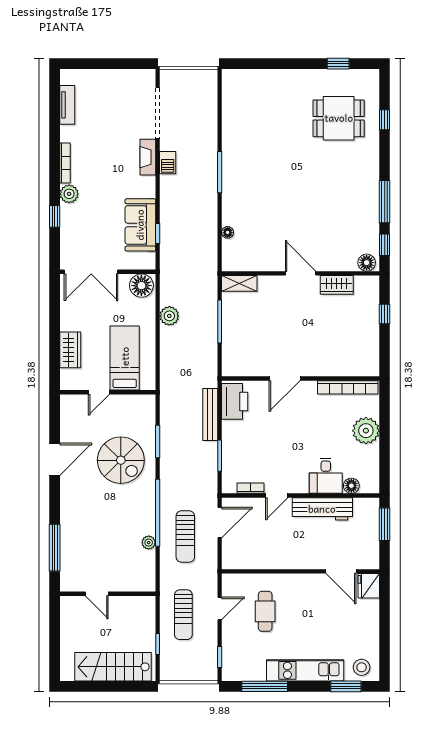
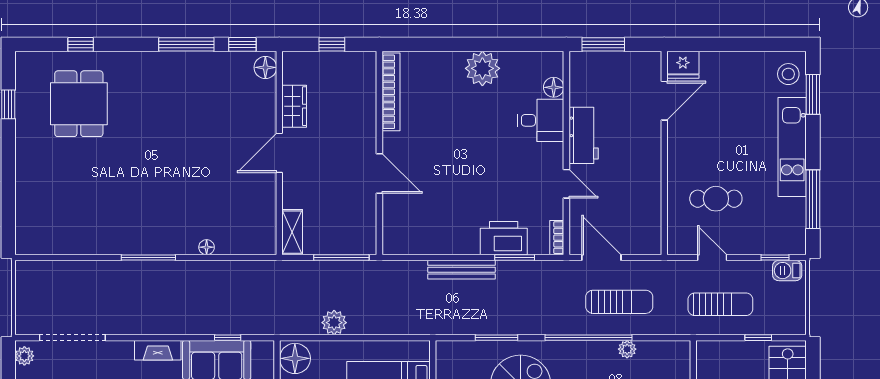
plant: (143, 76) -> (24, 356), added
fireplace: (148, 157) -> (158, 350), moved
barbecue: (168, 163) -> (787, 271), moved, turned 180
floor lamp: (228, 232) -> (207, 247), moved
door: (285, 378) -> (379, 173), moved
wall: (301, 378) -> (379, 153), moved
bookcase: (348, 387) -> (391, 92), moved
printer: (235, 401) -> (504, 238), moved
bookcase: (250, 488) -> (557, 238), moved
workbench: (322, 509) -> (584, 135), width x0.73

